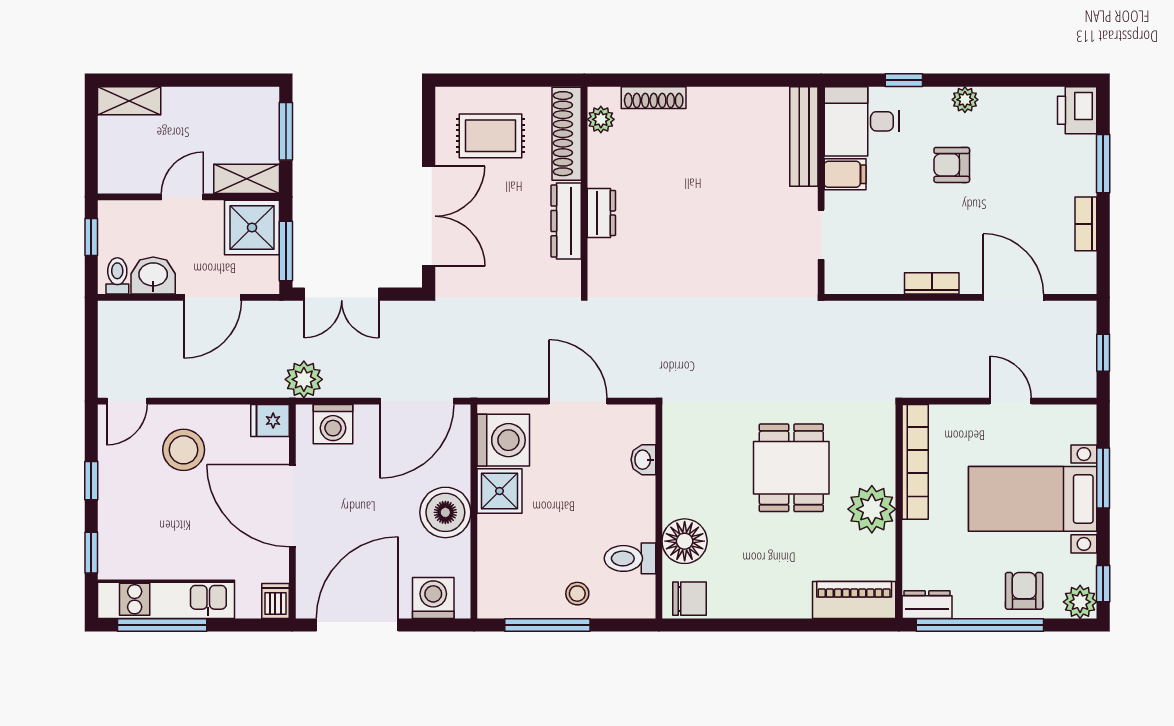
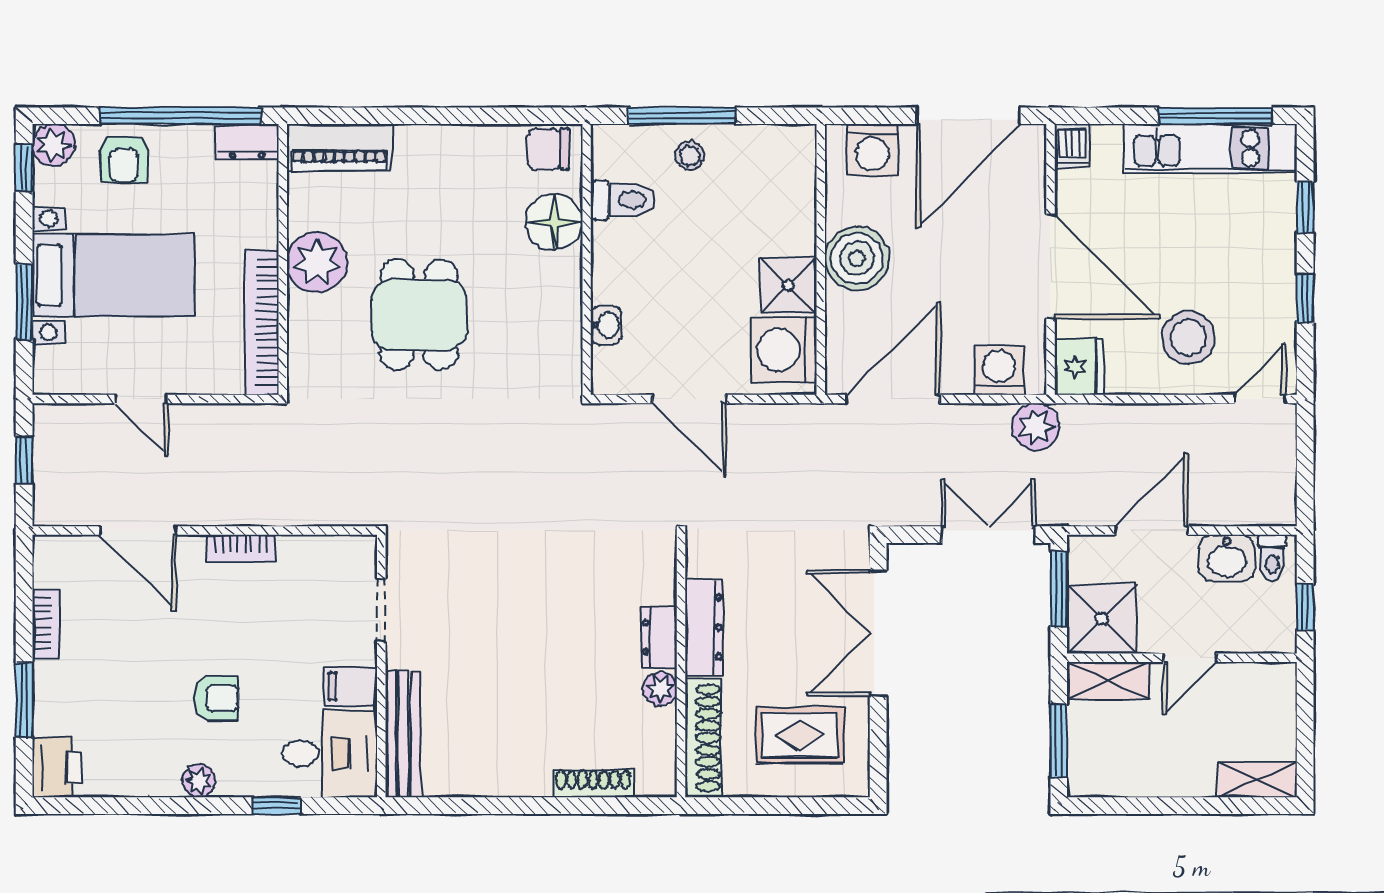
plant: (601, 119) -> (660, 689), moved
fridge: (270, 421) -> (1079, 367), width x1.38
window: (547, 625) -> (682, 116), moved

